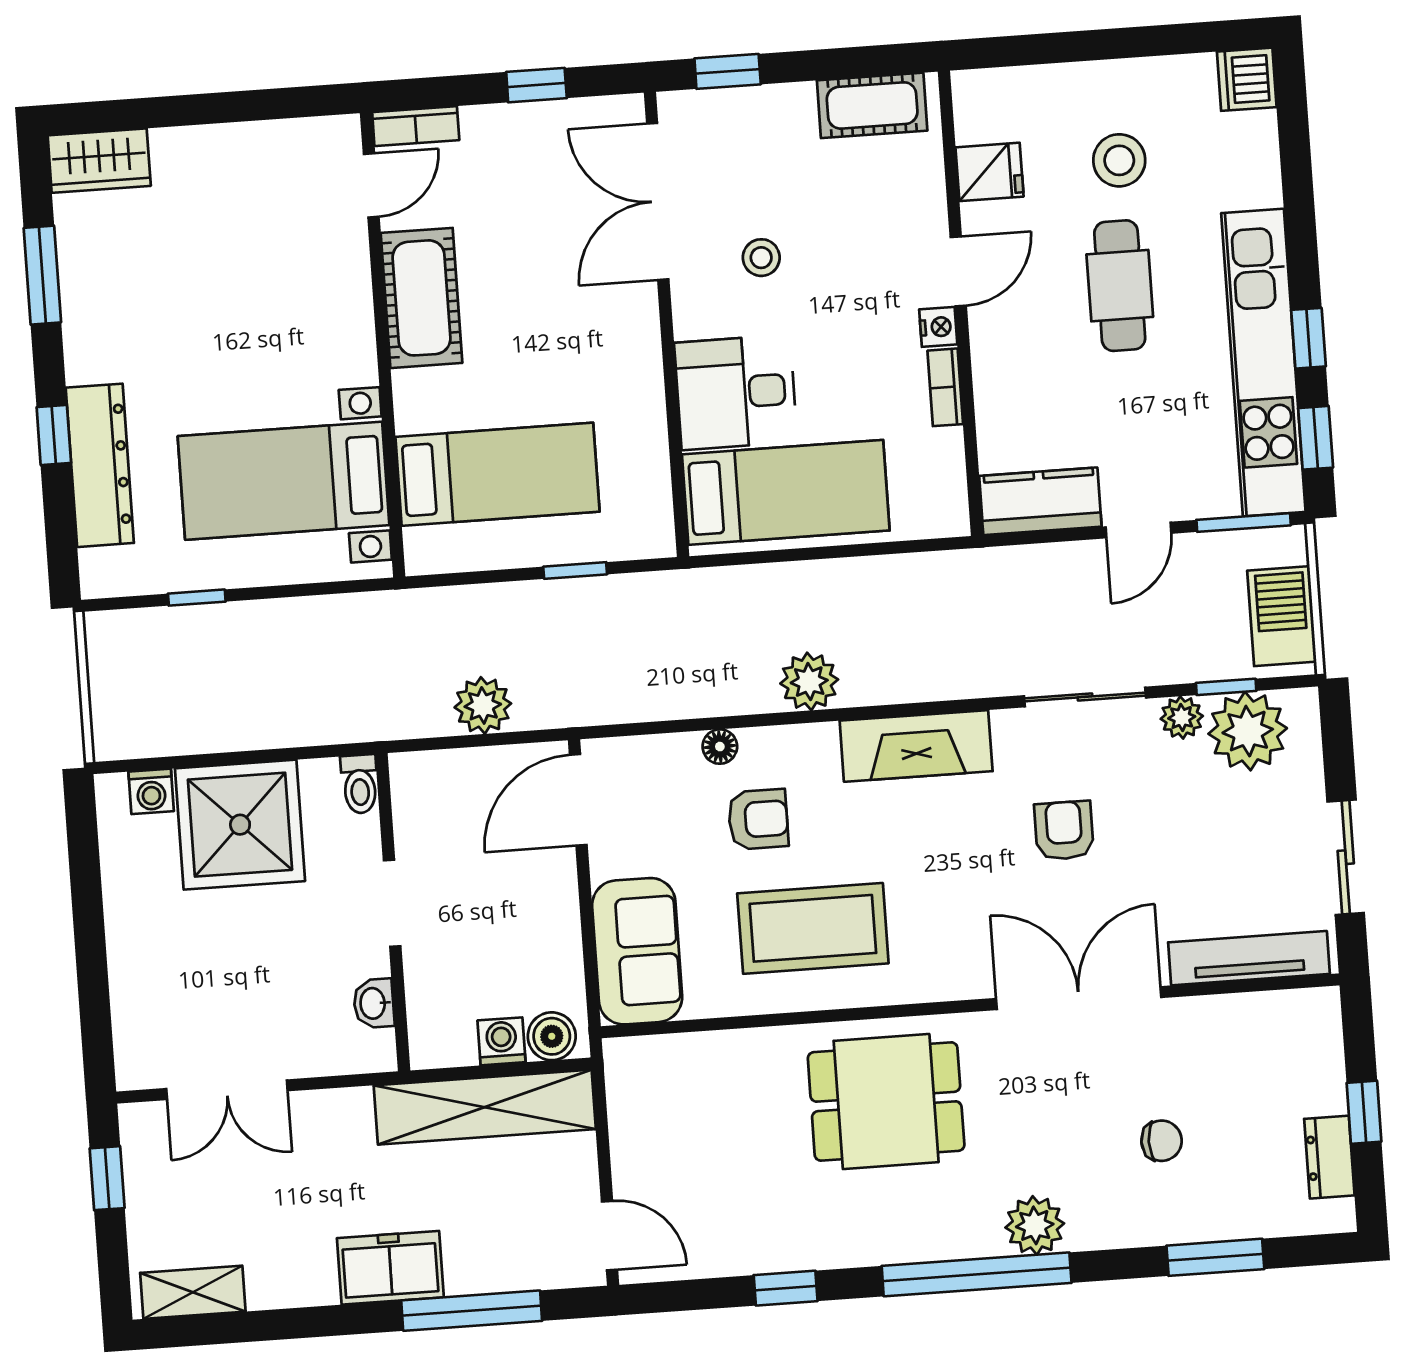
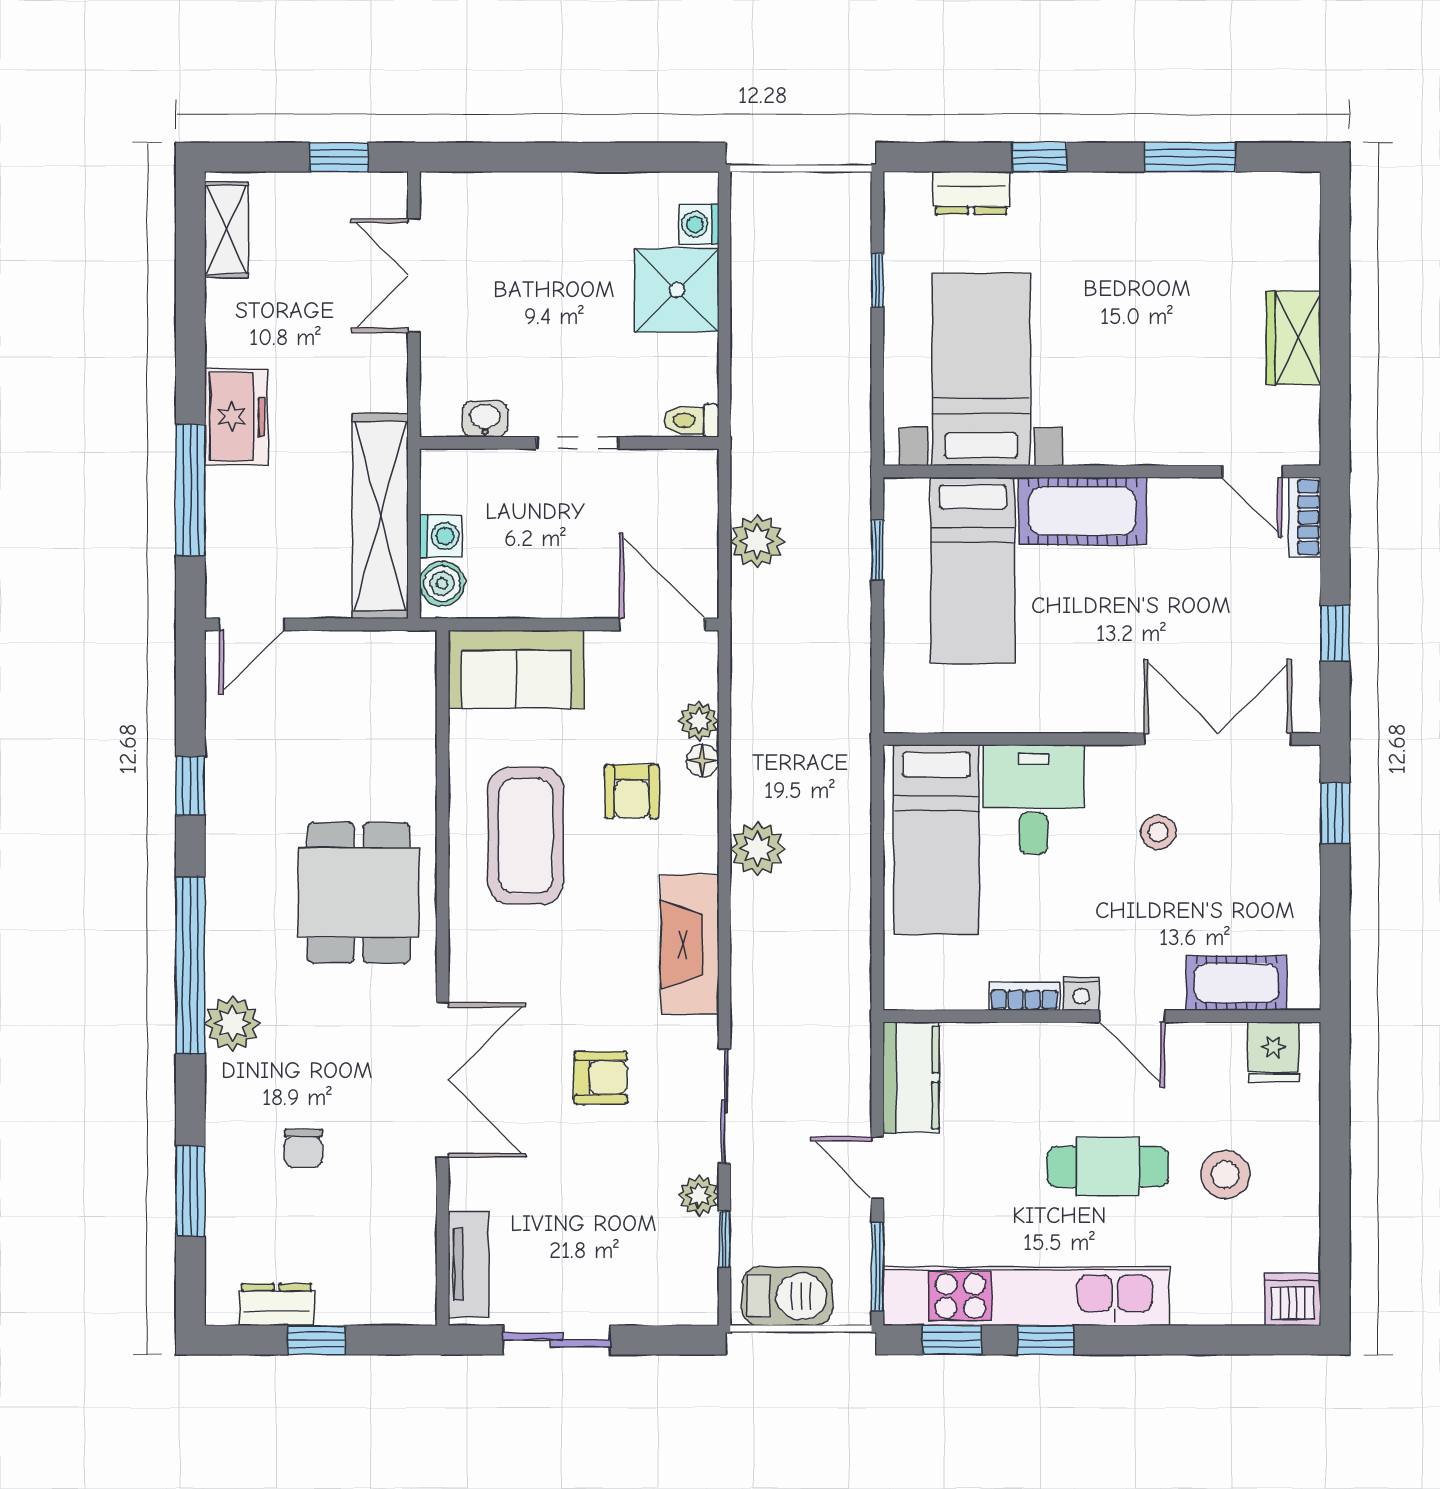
cot: (872, 105) -> (1236, 983), moved, turned 90
wardrobe: (99, 161) -> (1294, 338), moved
fridge: (990, 172) -> (1274, 1052), moved
cot: (422, 298) -> (1082, 511), moved
dresser: (100, 465) -> (971, 193), width x0.51, depth x0.80
window: (575, 570) -> (877, 550), moved
plant: (1248, 731) -> (699, 721), moved, width x0.53, depth x0.53
shower: (240, 825) -> (677, 290), width x0.73, depth x0.73
tv unit: (1249, 958) -> (469, 1264), width x0.71

